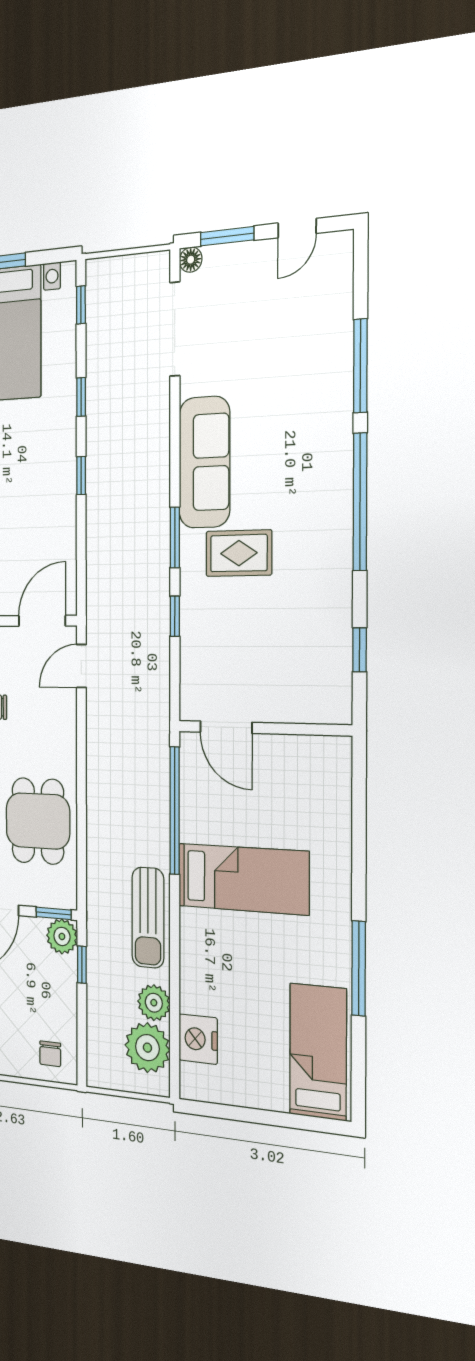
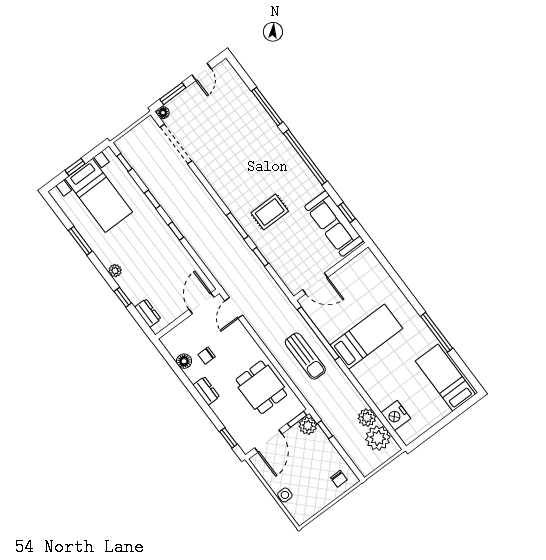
sofa: (204, 462) -> (334, 224), moved, turned 180
sun lounger: (148, 918) -> (305, 356), moved

